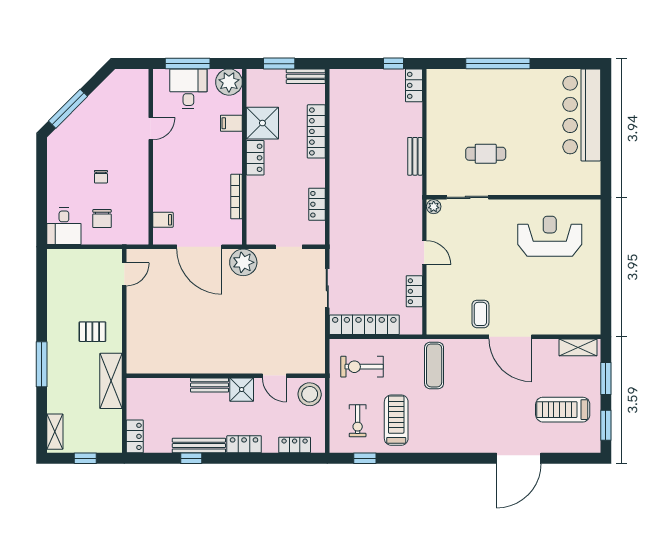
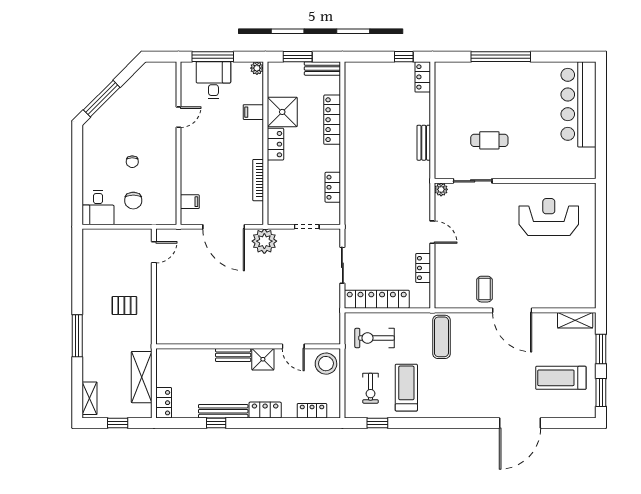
plant: (229, 82) -> (257, 68), width x0.53, depth x0.53
shelving: (111, 381) -> (142, 377), moved

